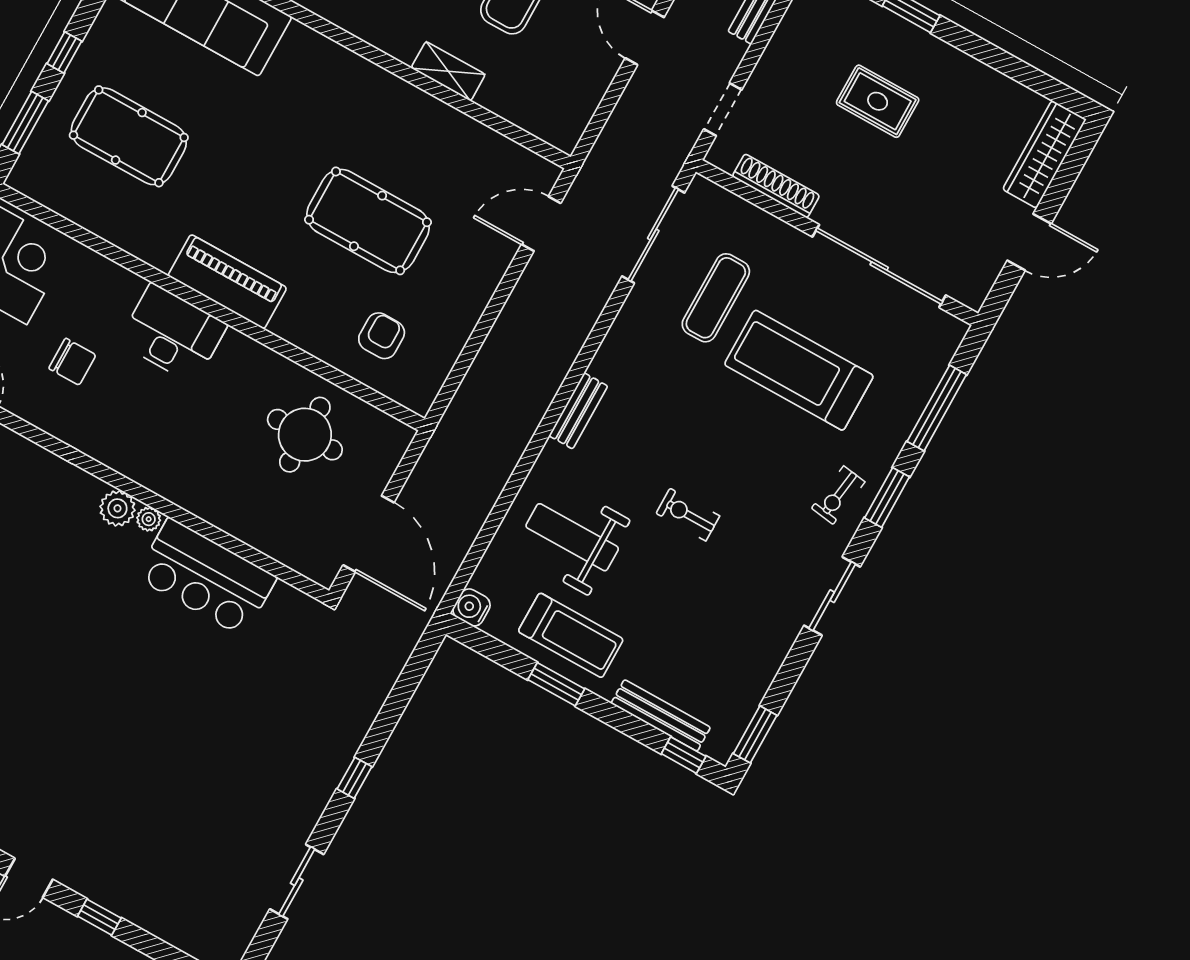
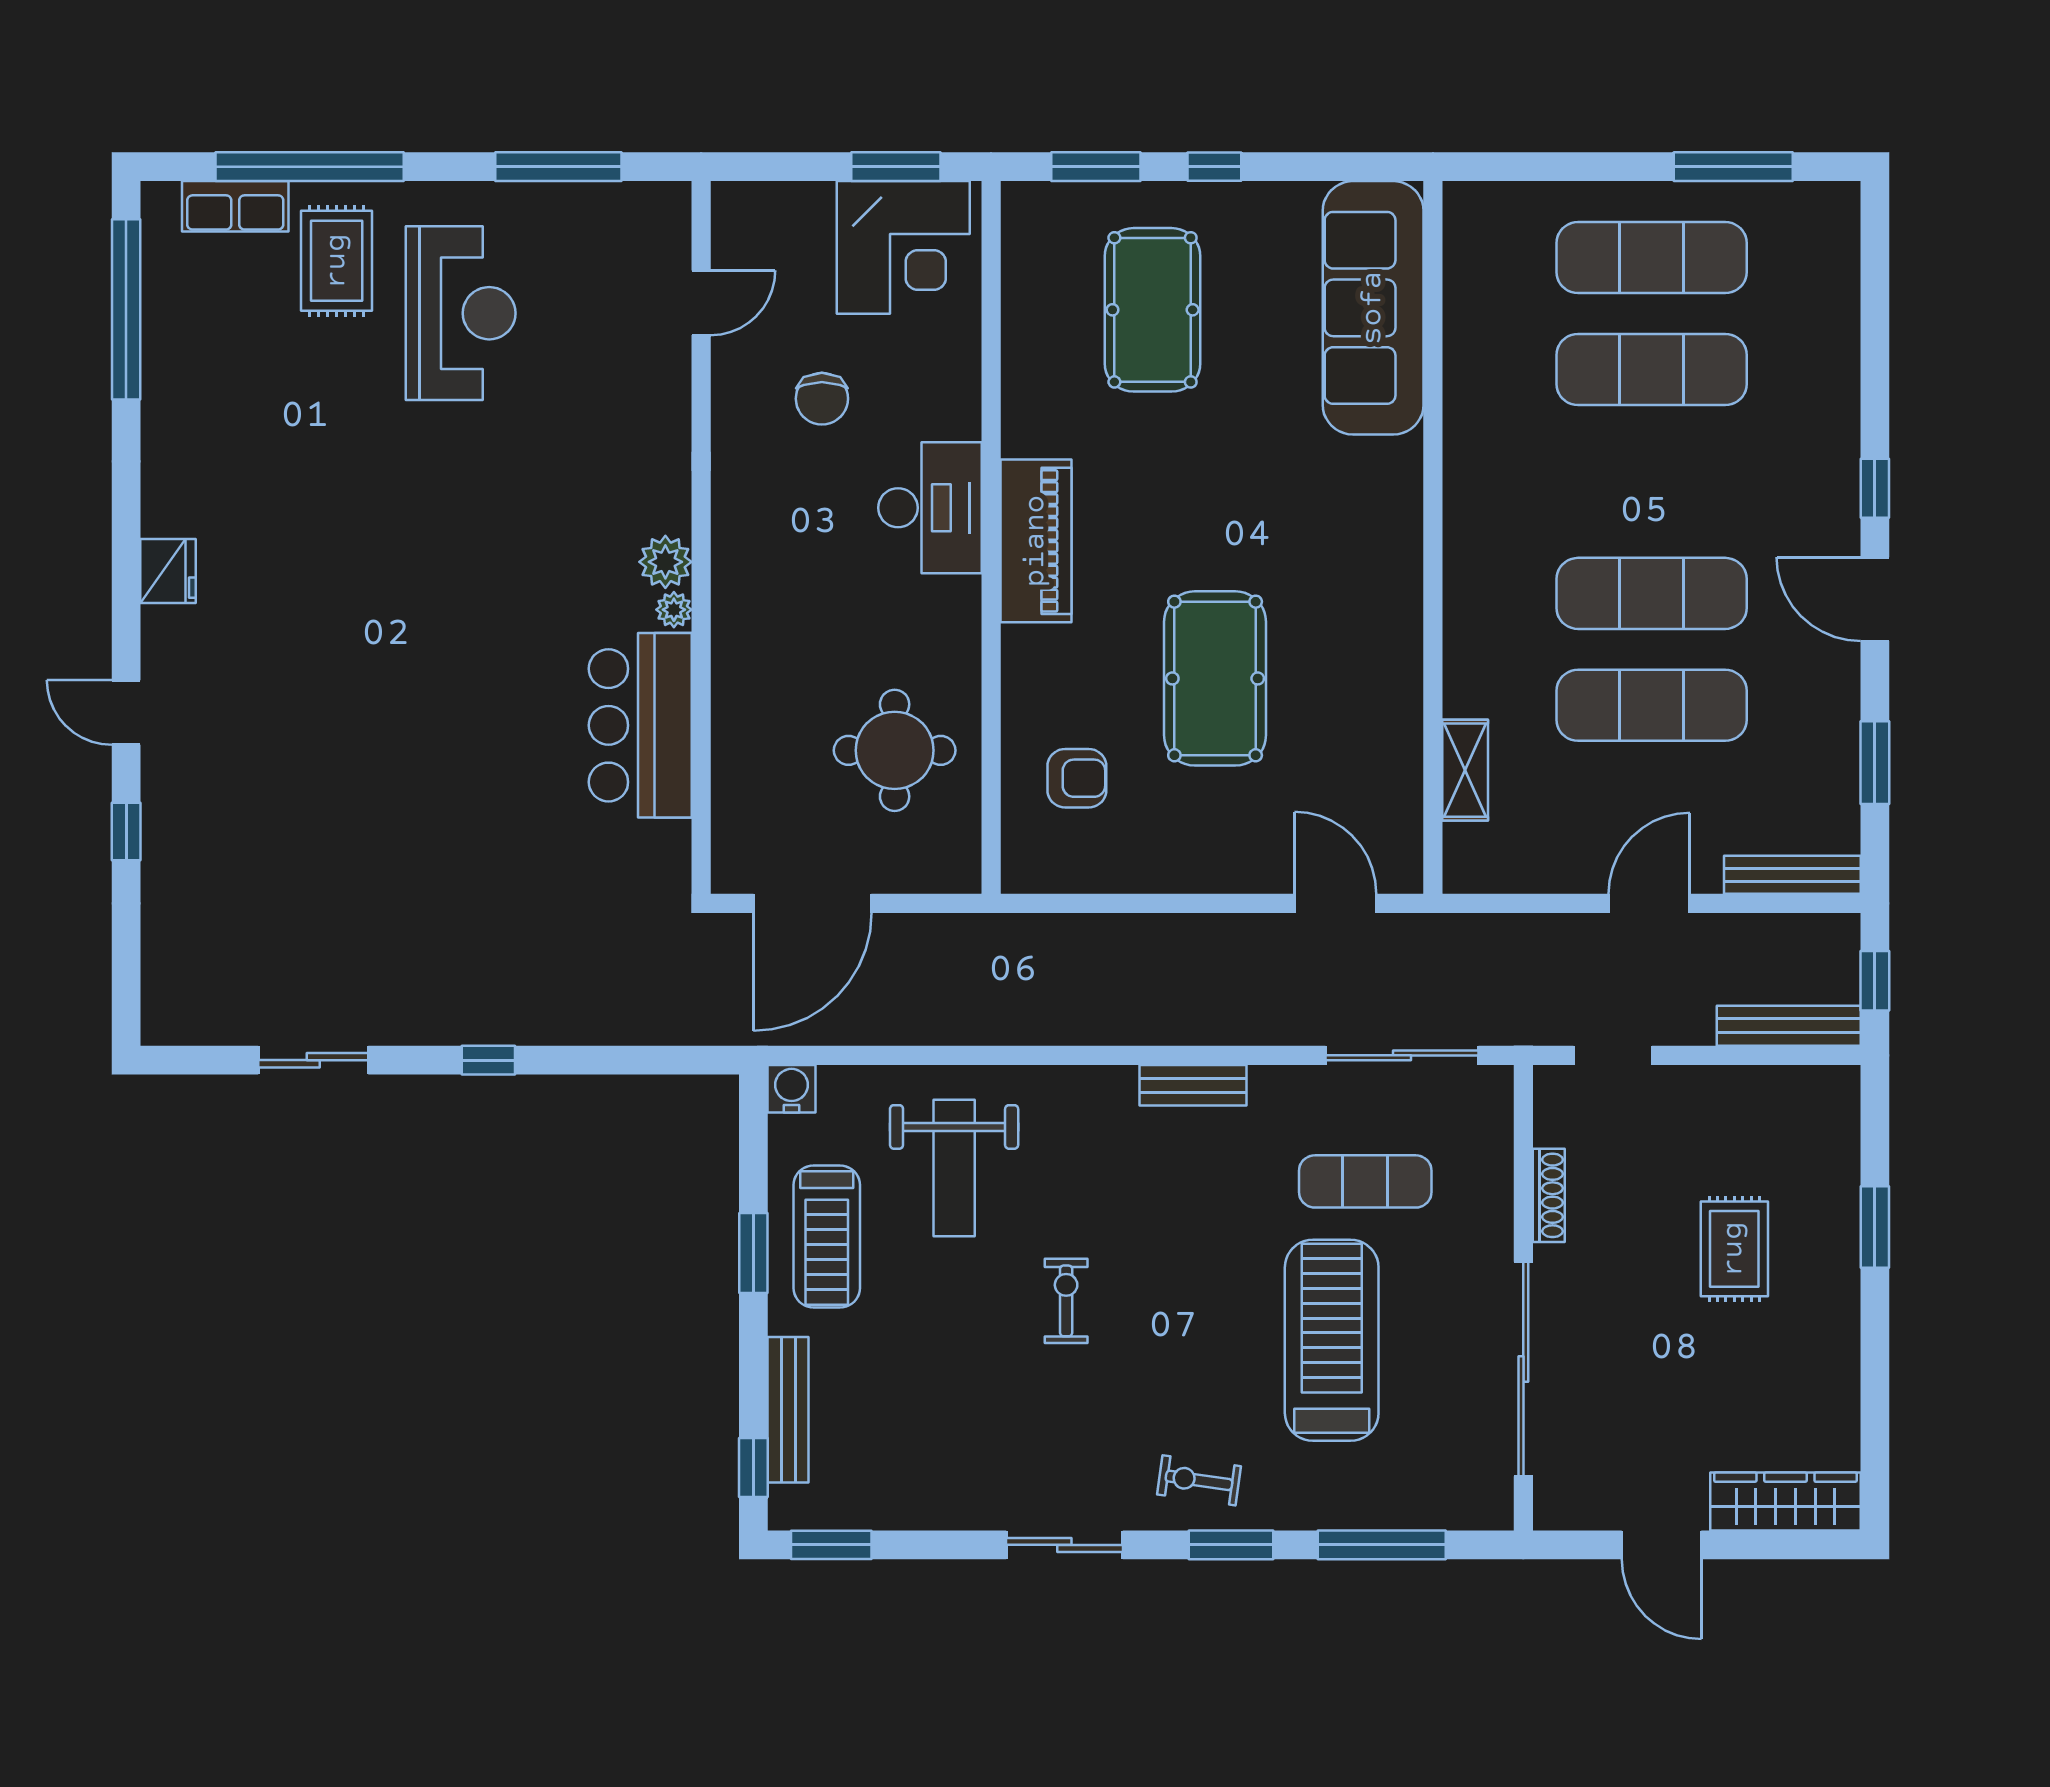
shelving: (448, 71) -> (1465, 770), moved
shoe rack: (776, 186) -> (1549, 1195), width x0.74, depth x0.81
bench: (578, 411) -> (1193, 1085), moved
weight bench: (572, 537) -> (954, 1168), turned 180

